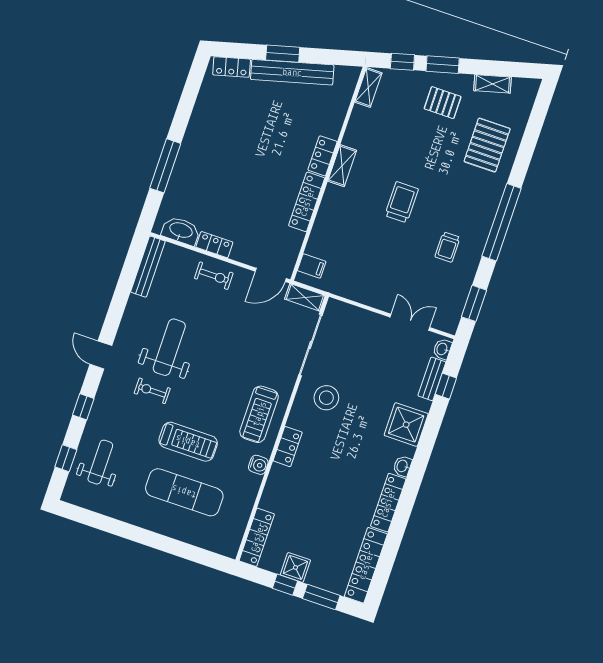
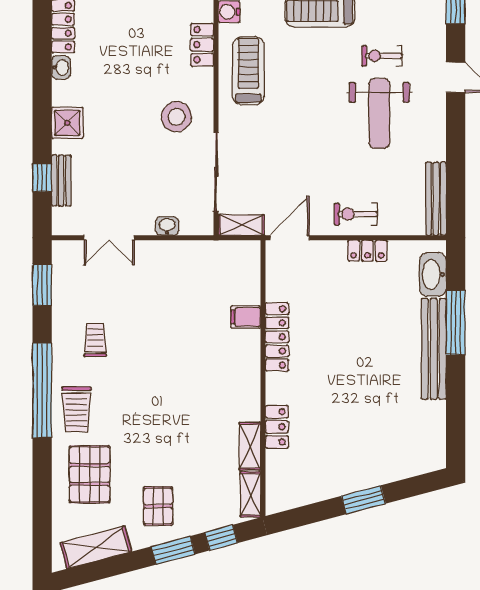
locker: (232, 67) -> (418, 464), removed
bench: (292, 72) -> (434, 349), moved, turned -75
shelving: (493, 84) -> (96, 547), width x1.50, depth x1.33
pallet: (443, 103) -> (158, 506), turned 90
locker: (323, 156) -> (277, 427), moved
shelving: (342, 166) -> (250, 446), moved
trolley: (402, 202) -> (76, 409), moved
washbasin: (181, 231) -> (433, 275), moved, turned 90
filing cabinet: (312, 266) -> (246, 317), moved
washbasin: (442, 349) -> (167, 226), moved, turned -90
exercise bike: (152, 391) -> (382, 56), turned 180
shower: (406, 425) -> (67, 123), width x0.73, depth x0.73

